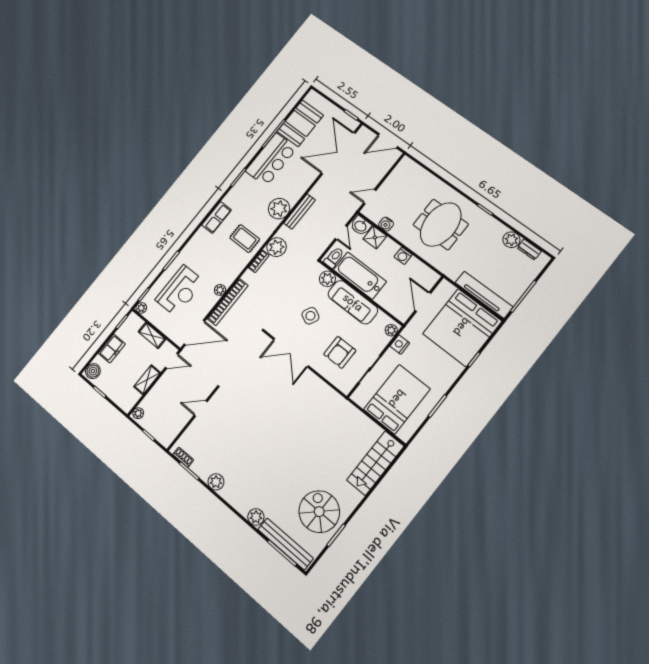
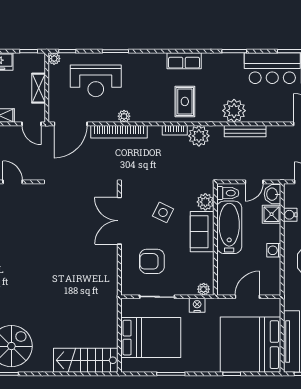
sofa: (353, 302) -> (202, 232), width x0.73
door: (194, 333) -> (71, 124), hinge flipped

